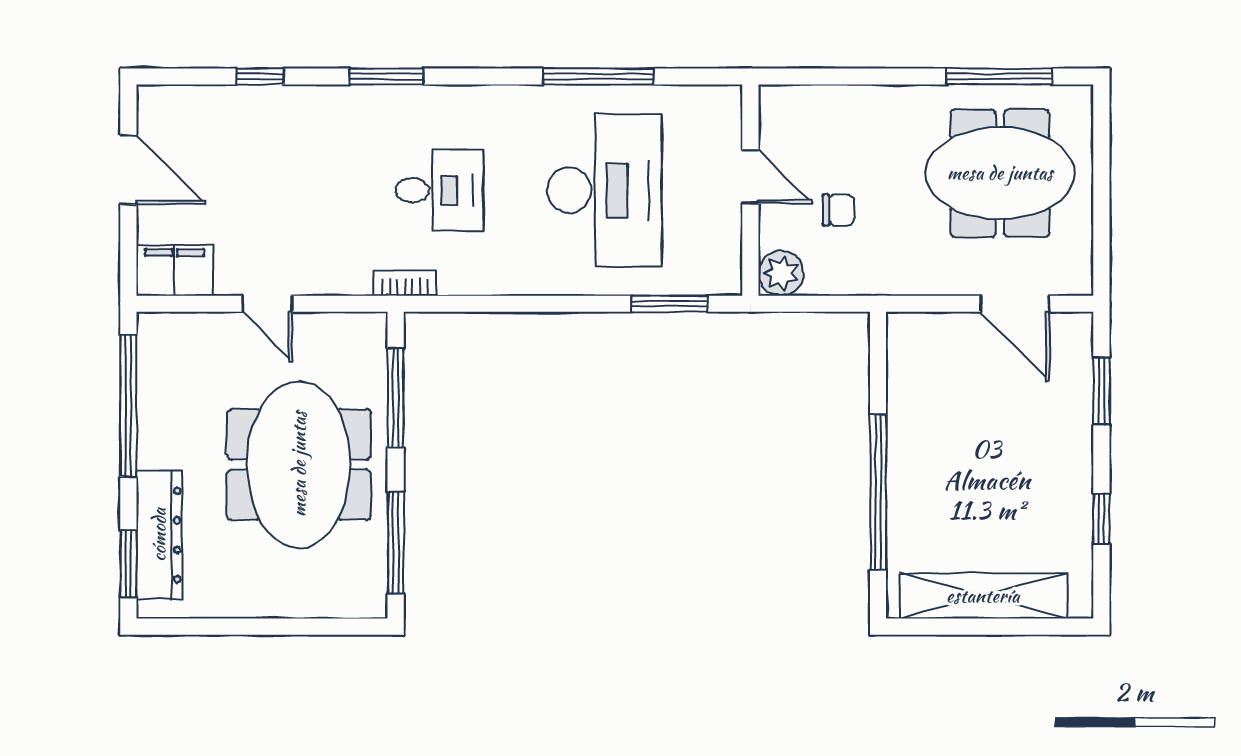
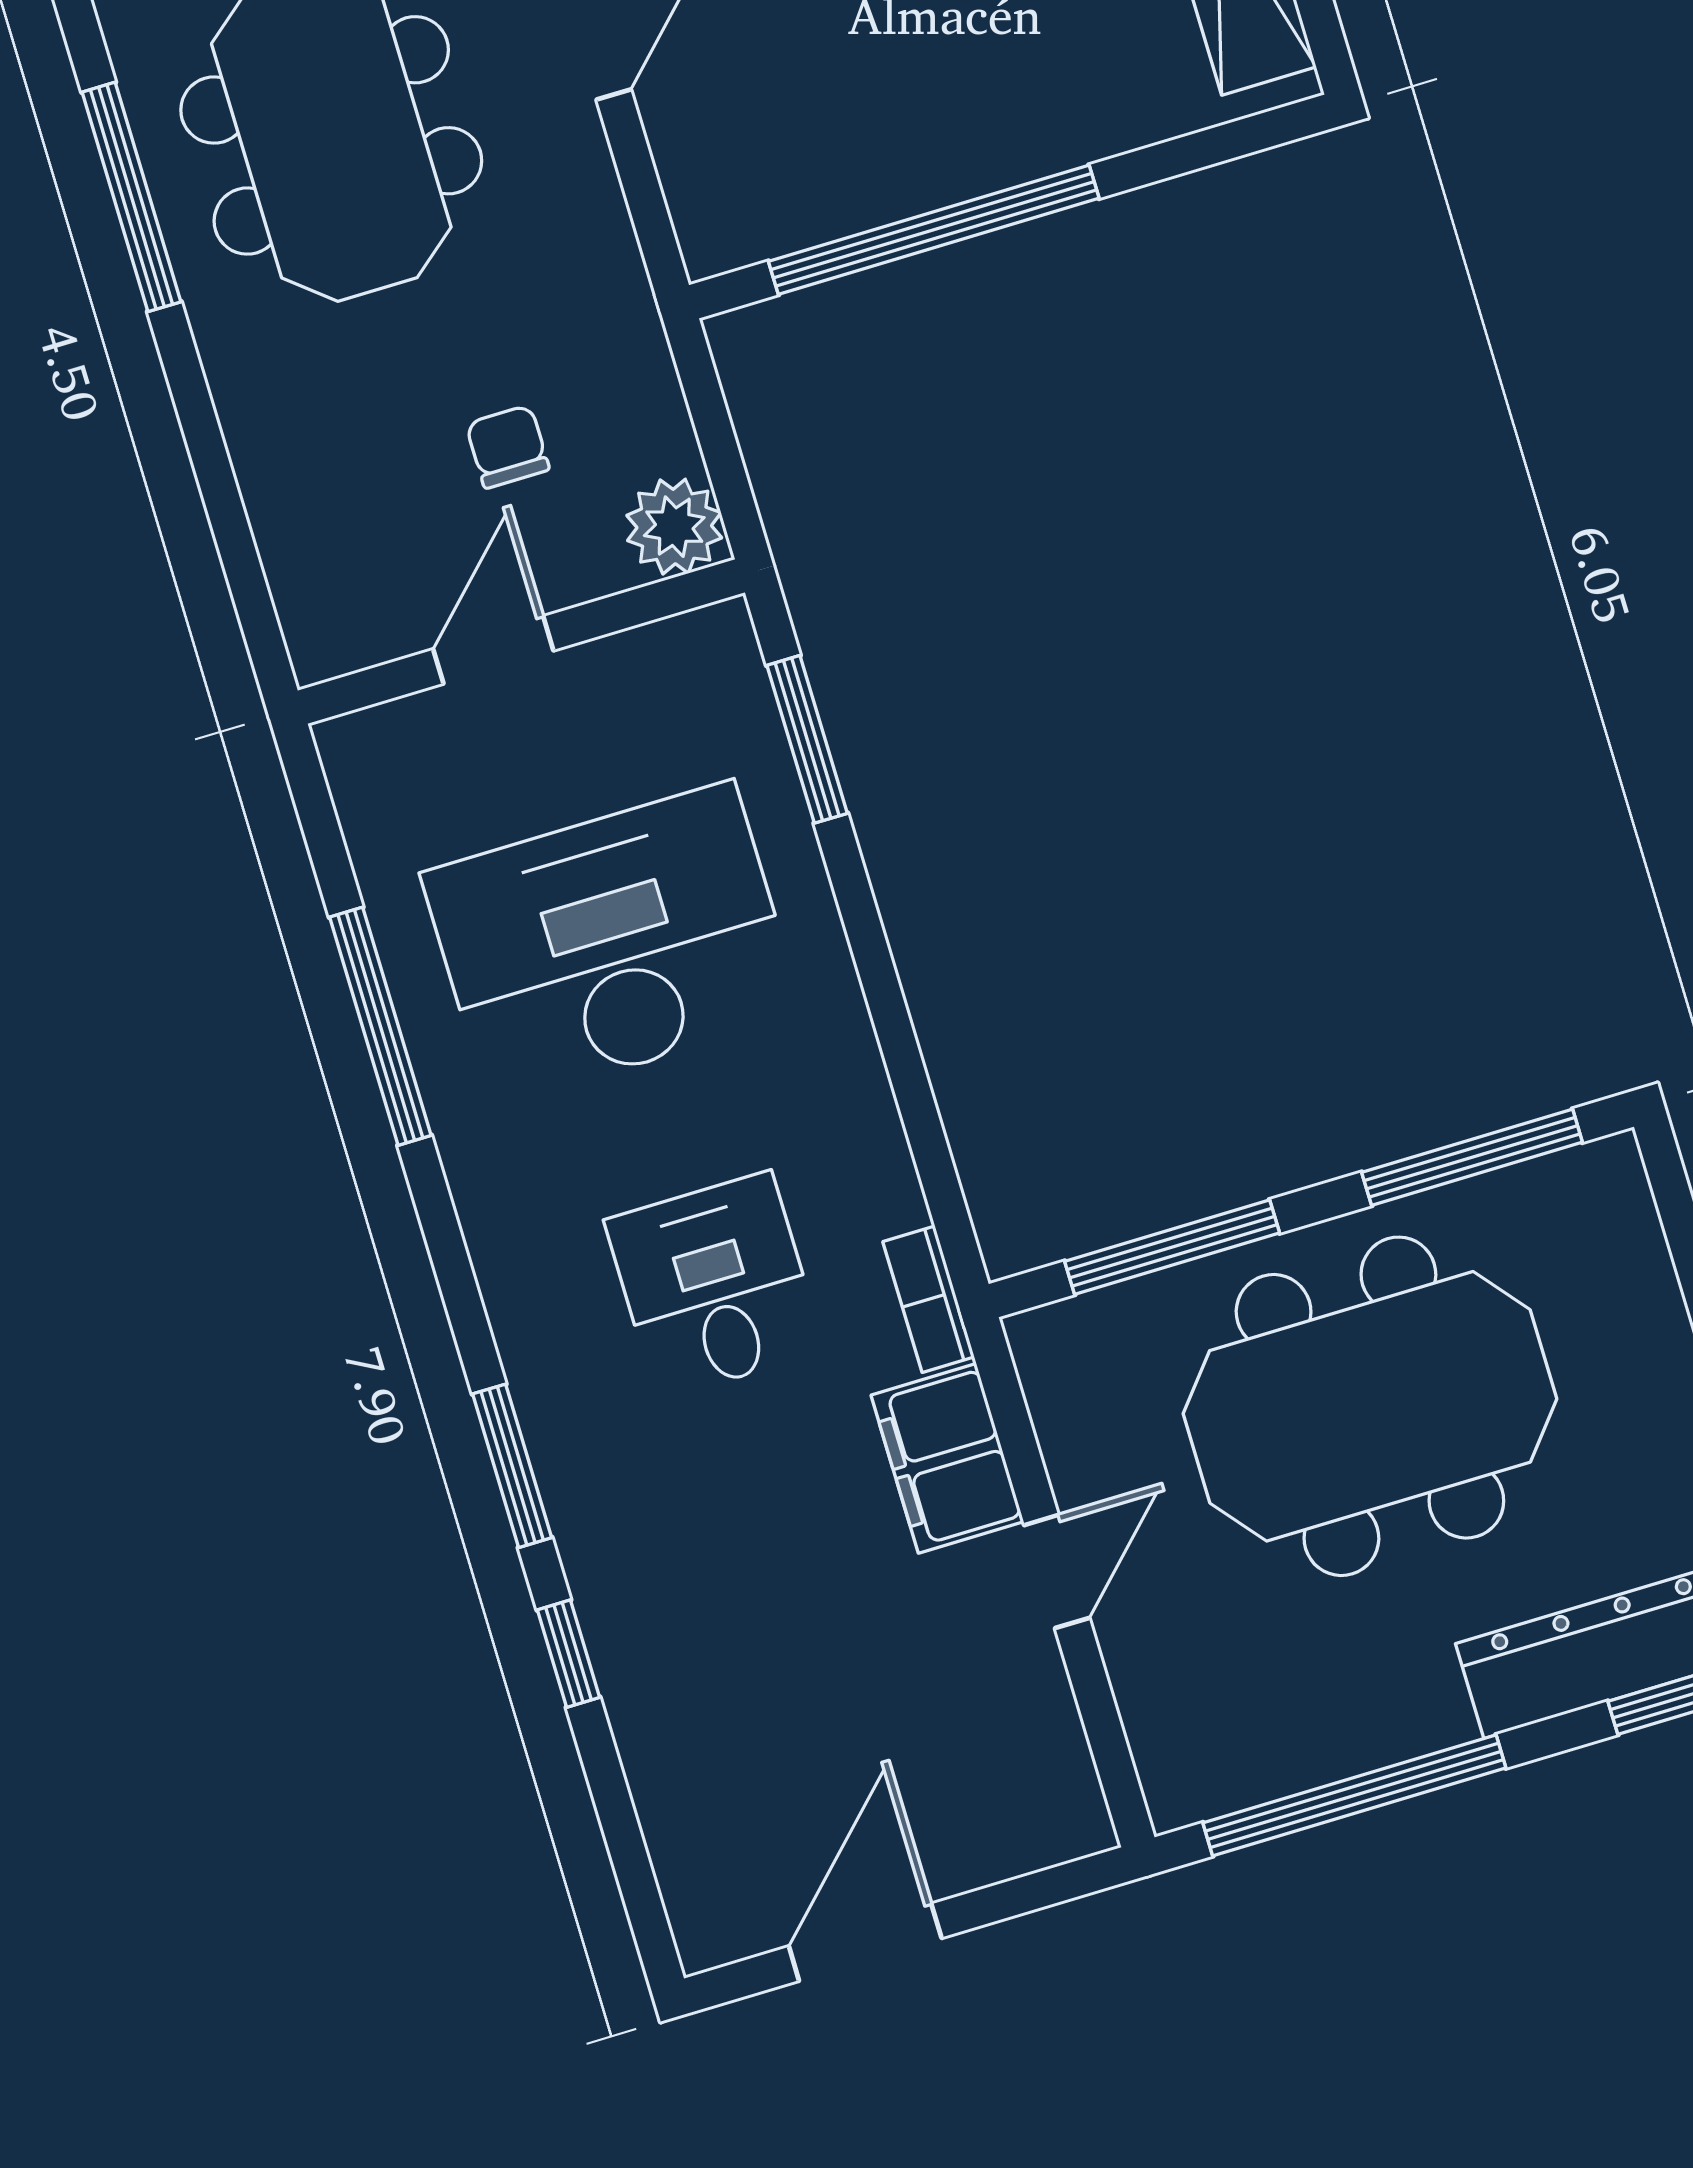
window: (260, 76) -> (568, 1654), moved
filing cabinet: (175, 270) -> (947, 1458), moved
window: (878, 492) -> (934, 230), moved

